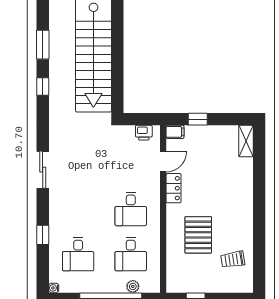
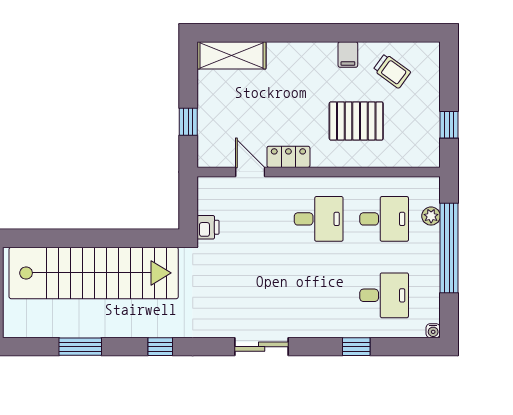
window: (43, 87) -> (160, 347), moved
filing cabinet: (175, 132) -> (348, 55), moved, turned 180
printer: (144, 133) -> (208, 227), moved
shelving: (246, 141) -> (232, 55), width x1.50, depth x1.33
trolley: (233, 259) -> (392, 71), turned -45

